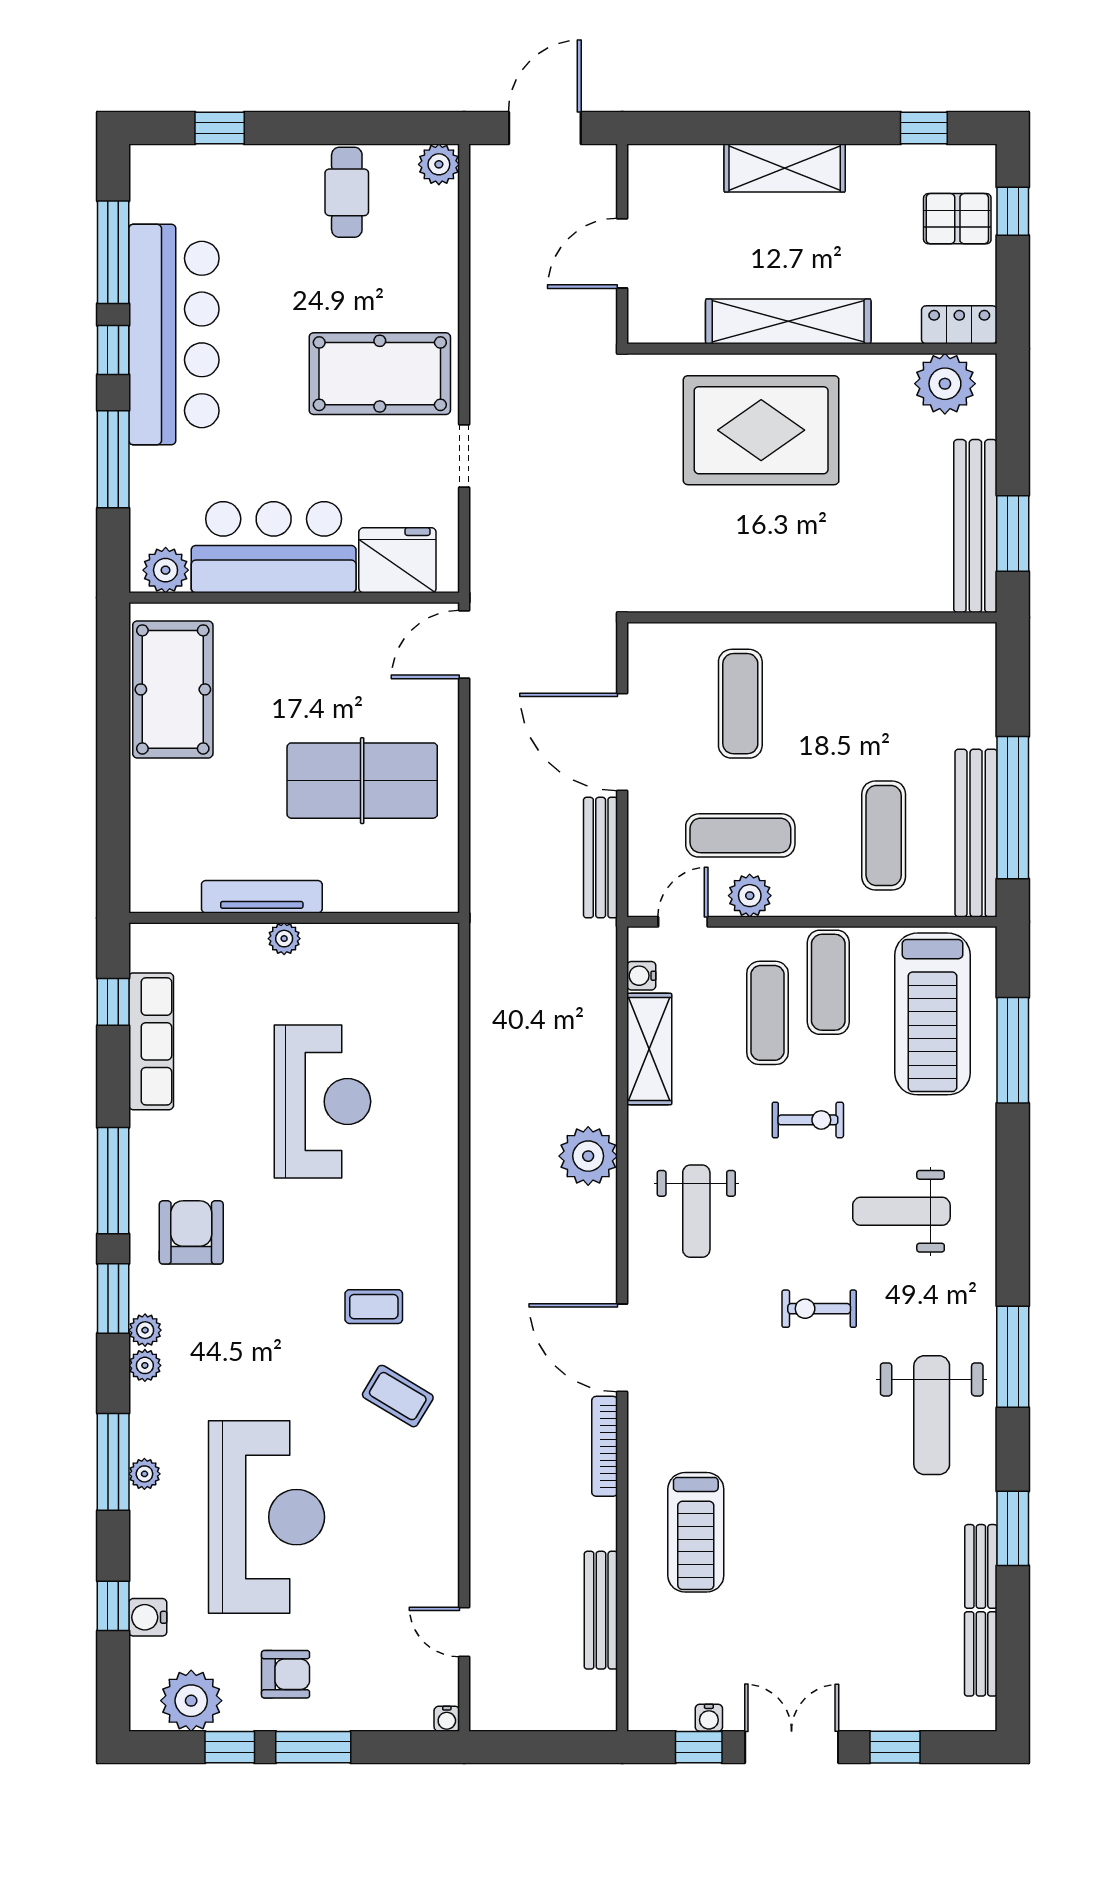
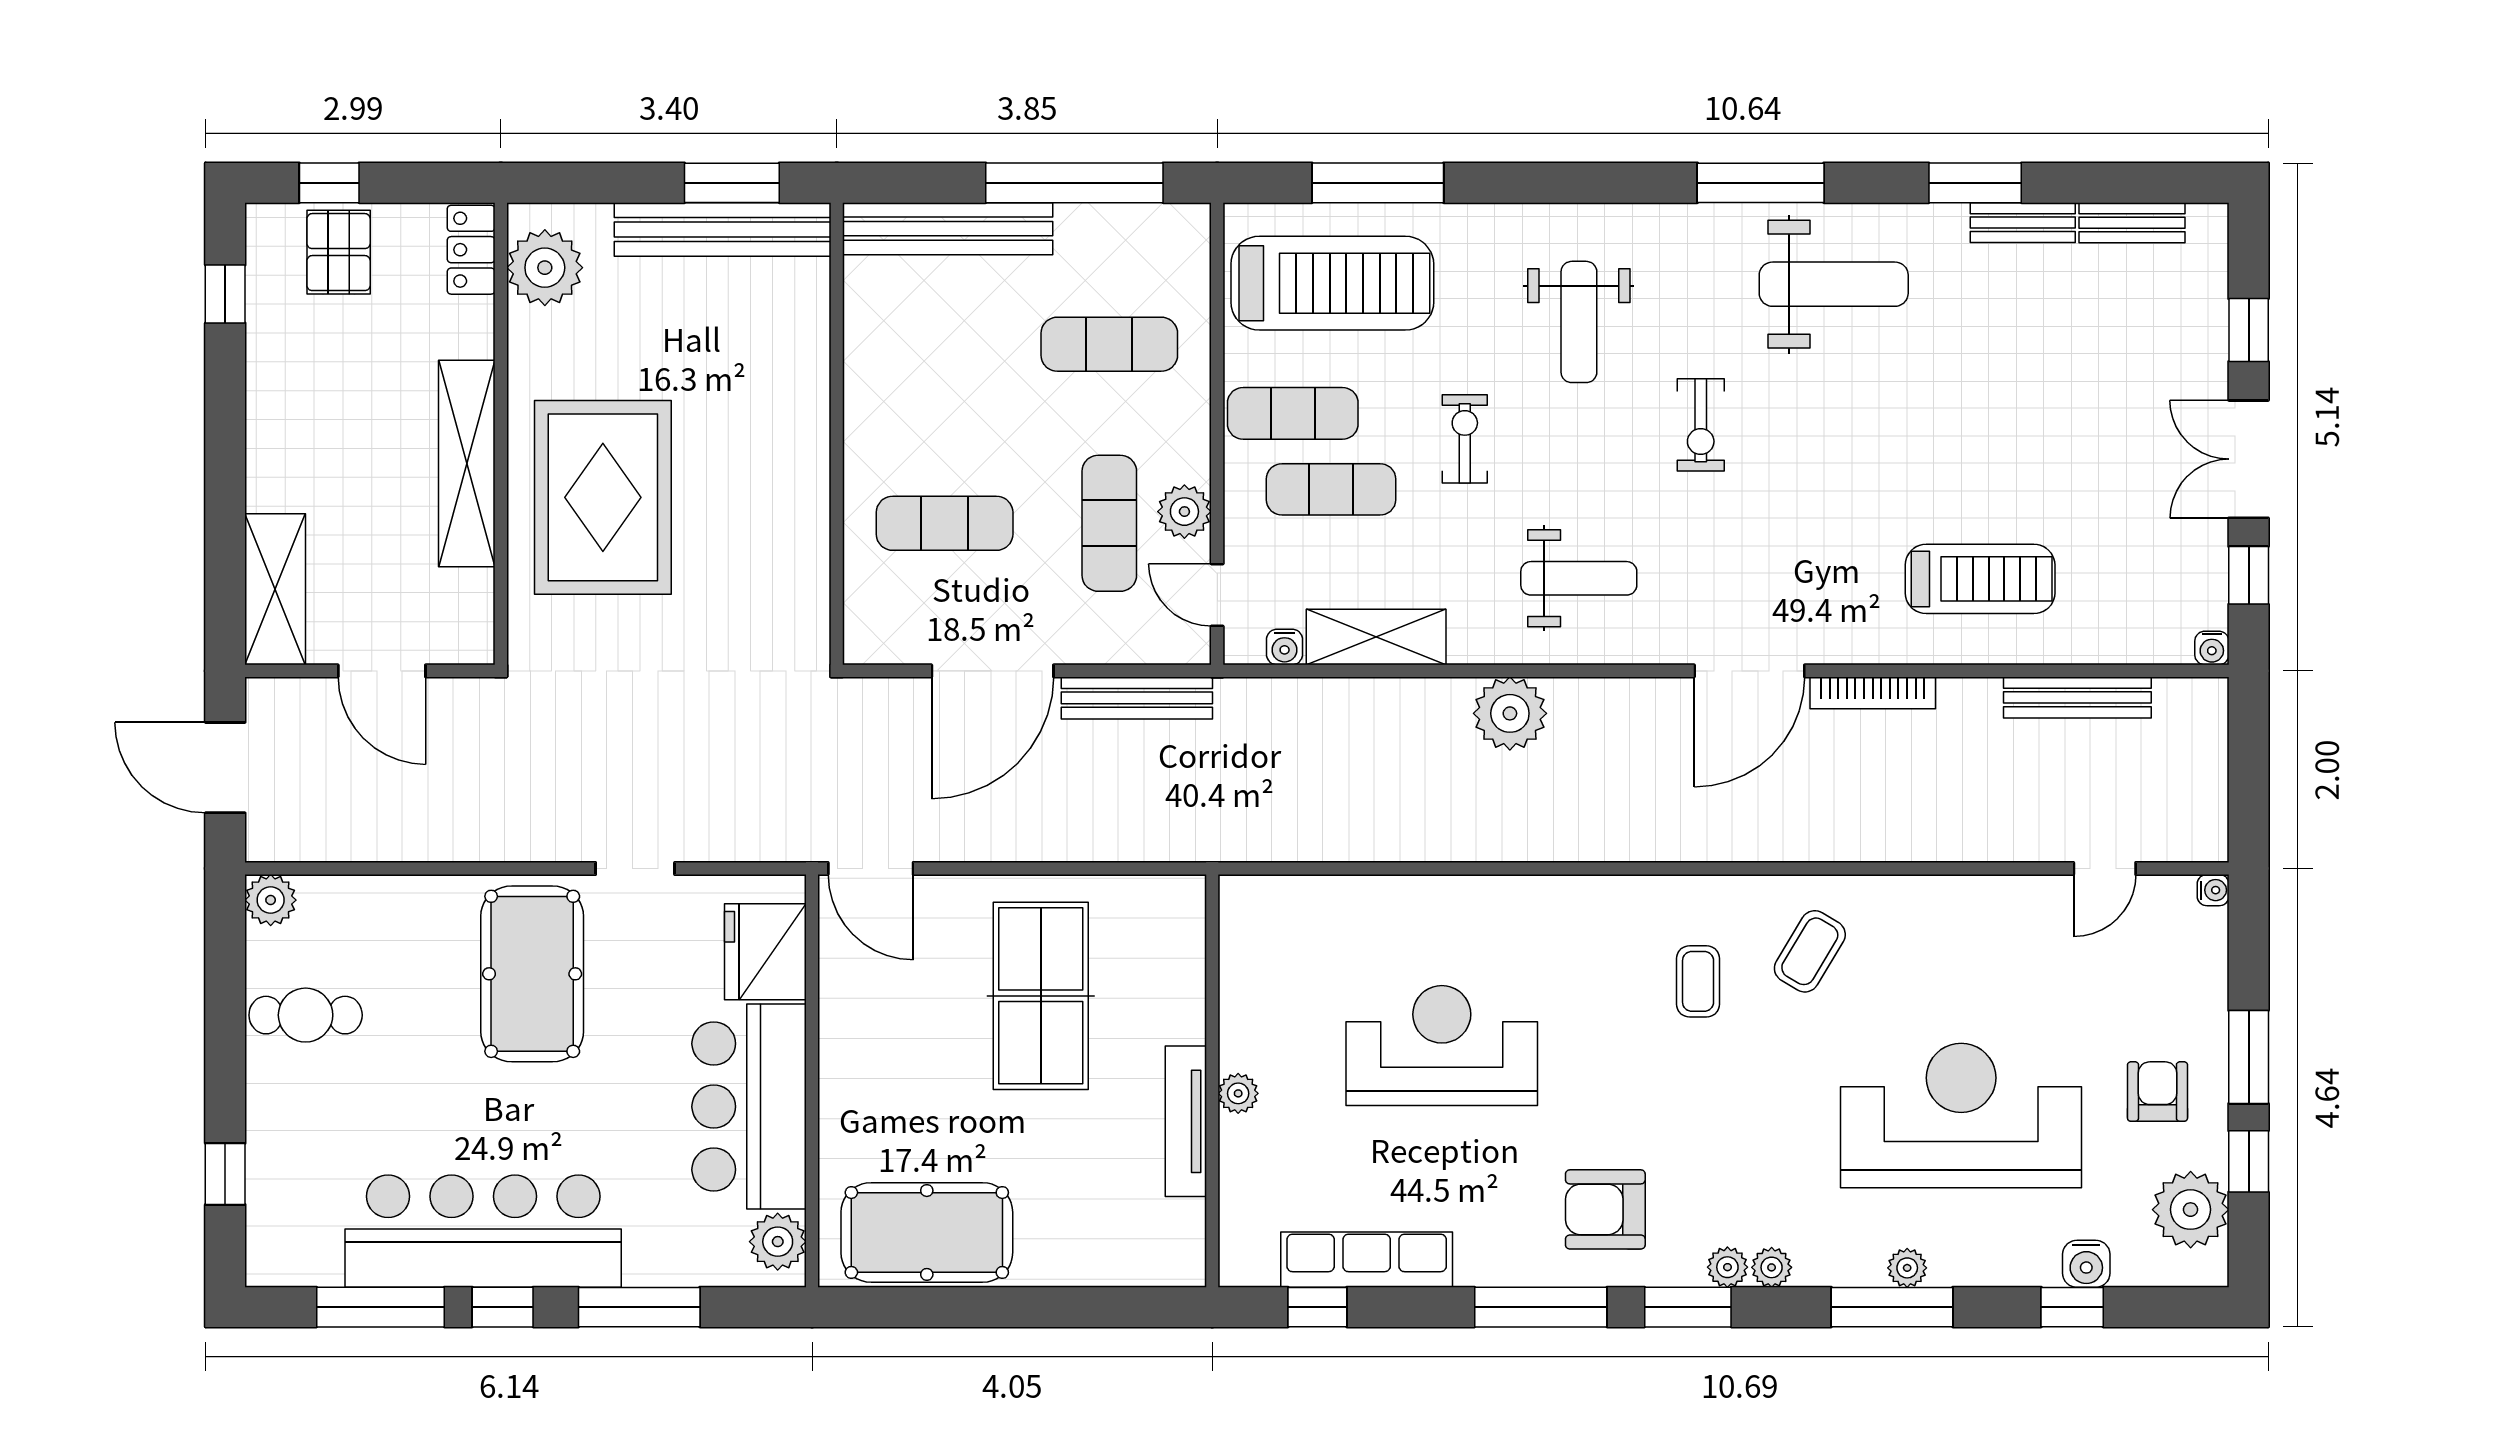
shelving: (785, 168) -> (275, 589), moved
bench: (976, 833) -> (948, 229), moved
water cooler: (709, 1718) -> (2212, 648), moved, turned 90

